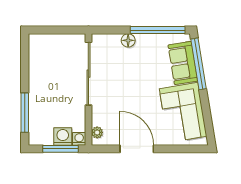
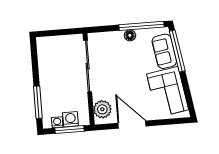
floor lamp: (128, 40) -> (130, 35), moved
plant: (97, 132) -> (102, 109), width x1.88, depth x1.88
washing machine: (79, 139) -> (57, 122), moved

